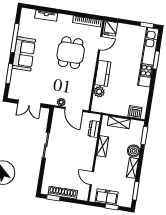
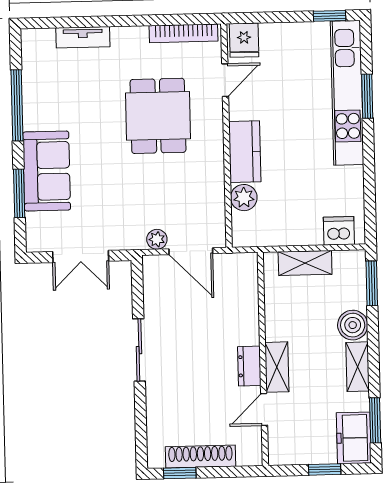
sofa: (24, 54) -> (47, 171), moved
dresser: (94, 129) -> (249, 366), moved
shelving: (103, 146) -> (277, 367), moved
door: (92, 178) -> (264, 409), hinge flipped
freezer: (107, 197) -> (354, 438), moved, turned -90

